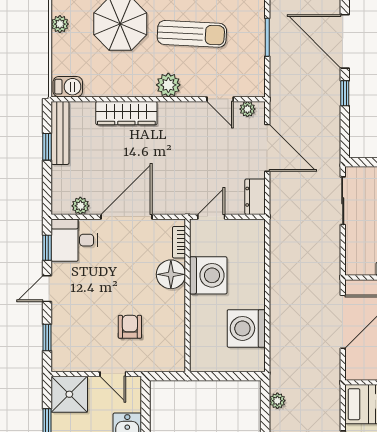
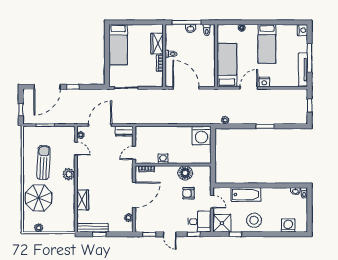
barbecue: (68, 87) -> (70, 224), removed
door: (220, 99) -> (76, 149), hinge flipped
wardrobe: (126, 113) -> (83, 200), width x0.67
door: (126, 217) -> (134, 195), swing flipped
door: (211, 217) -> (134, 153), hinge flipped
desk: (74, 240) -> (199, 222), moved, turned -90
floor lamp: (171, 274) -> (185, 173), moved
washing machine: (208, 275) -> (163, 159), width x0.53, depth x0.53
washing machine: (246, 328) -> (202, 136), moved
door: (113, 374) -> (212, 202), hinge flipped

